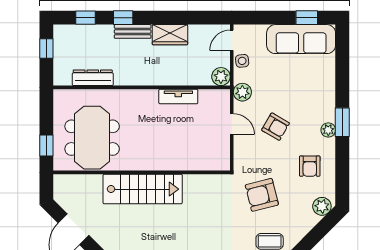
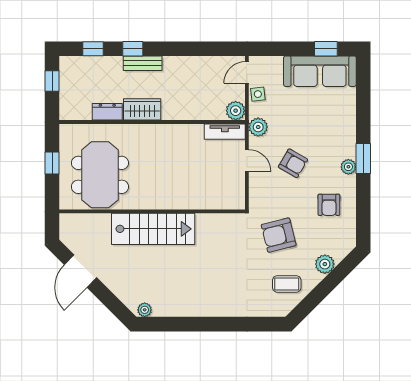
wardrobe: (170, 35) -> (142, 109), moved, turned 180
dresser: (93, 78) -> (107, 112), width x0.70
tv unit: (178, 97) -> (225, 132), moved
window: (46, 146) -> (52, 163), moved
plant: (322, 206) -> (325, 264), moved

